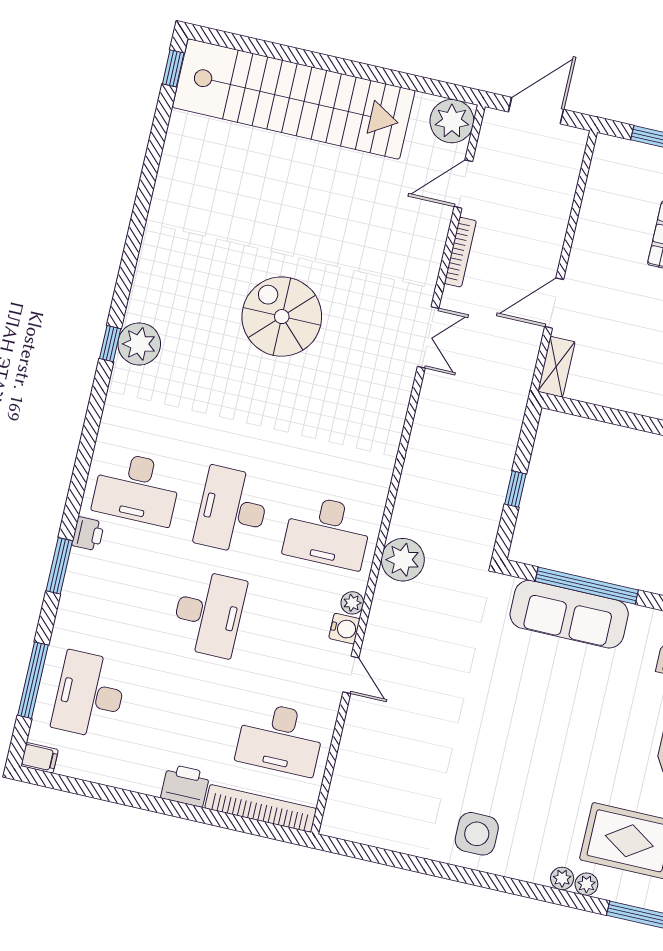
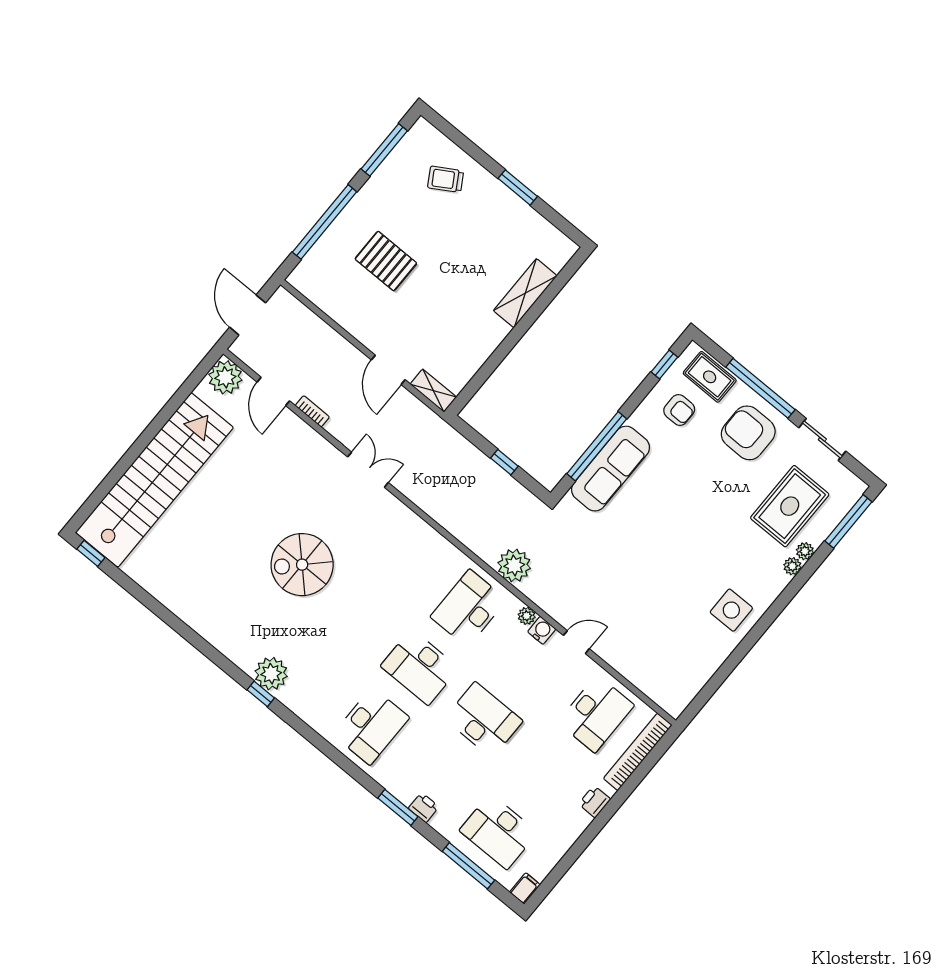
bookcase: (460, 252) -> (312, 411), width x0.64
desk: (328, 532) -> (469, 608), turned 180
printer: (88, 534) -> (424, 808), moved
printer: (185, 785) -> (595, 802), width x0.73, depth x0.81

